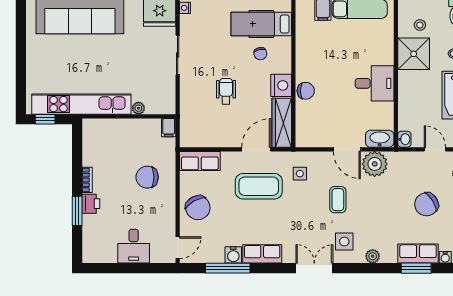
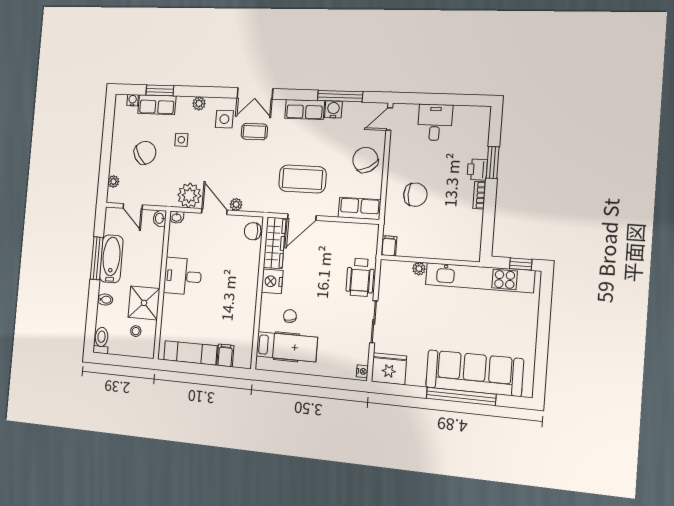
wheelchair: (226, 91) -> (360, 277), moved, width x1.36, depth x1.37
chair: (306, 91) -> (253, 231), moved
washbasin: (380, 139) -> (176, 217), width x0.52, depth x0.69
plant: (325, 158) -> (236, 204), added
side table: (300, 174) -> (181, 140), moved
coffee table: (338, 200) -> (254, 132), moved, turned 90

